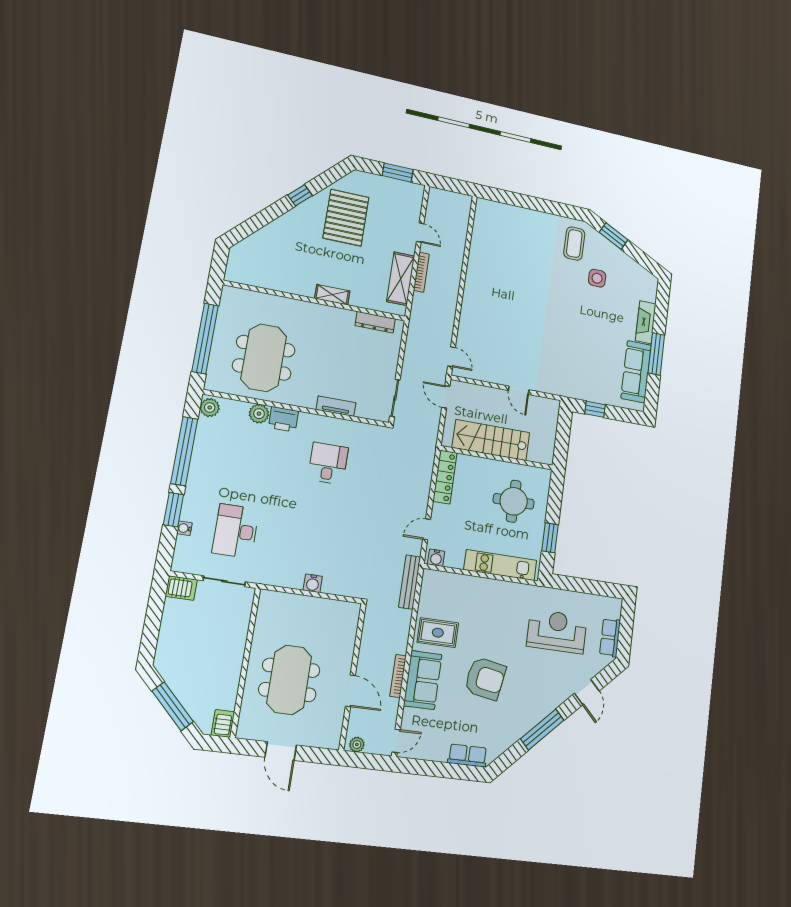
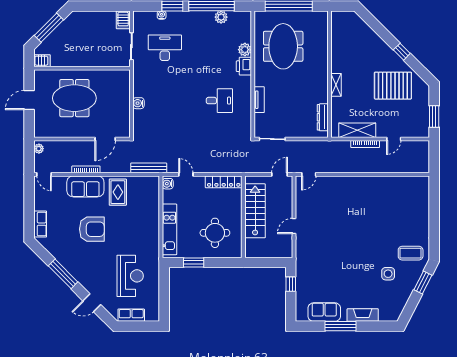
meeting table: (264, 358) -> (283, 46), turned 90
sofa: (636, 372) -> (324, 312), width x0.73
plant: (210, 408) -> (221, 17), moved
armchair: (485, 679) -> (92, 229), turned -100
door: (350, 691) -> (105, 139), moved

